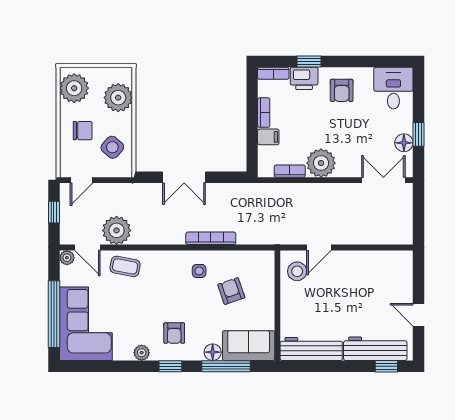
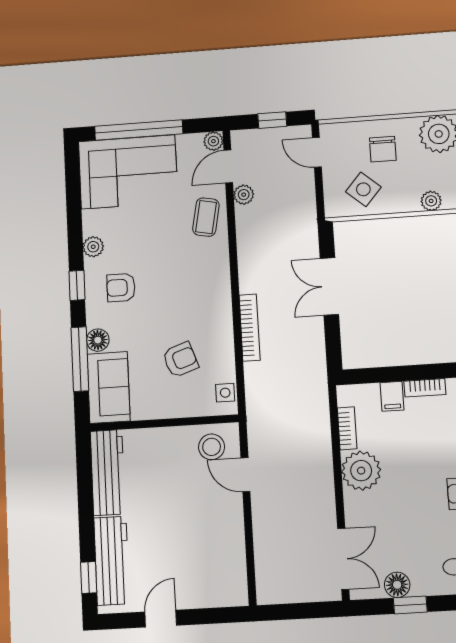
plant: (118, 98) -> (431, 201), width x0.53, depth x0.53
plant: (117, 230) -> (244, 195), width x0.53, depth x0.53
side table: (199, 271) -> (225, 393), moved

